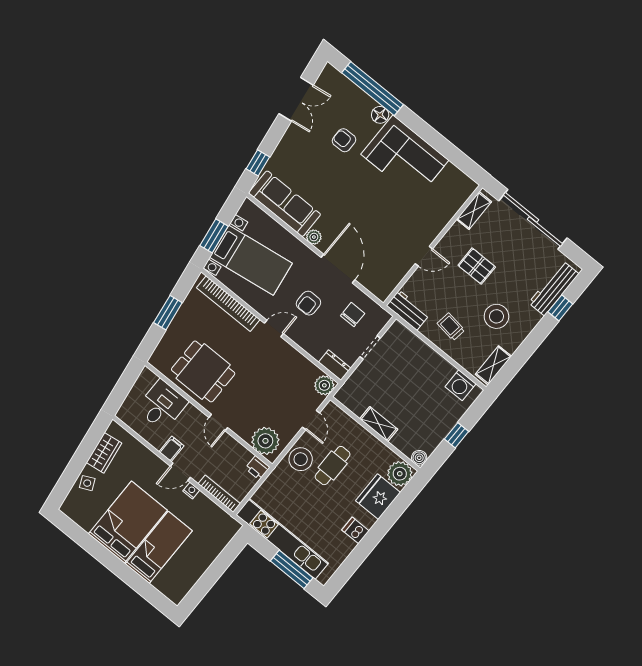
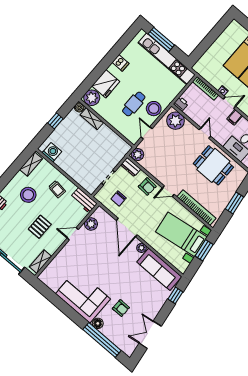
pallet: (477, 266) -> (40, 227), turned 90
plant: (395, 273) -> (91, 224), added
armchair: (308, 303) -> (147, 187), moved, turned 94
shelving: (379, 424) -> (92, 119), moved

